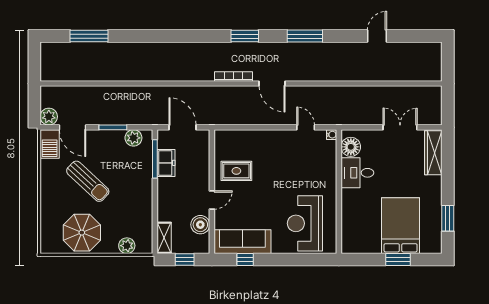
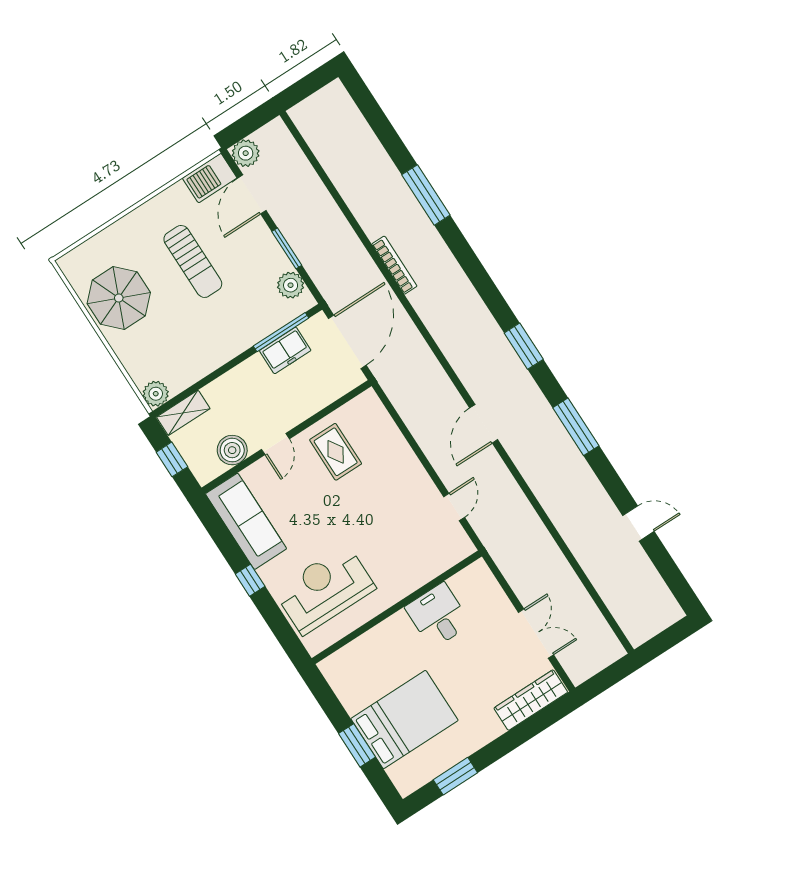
window: (89, 36) -> (426, 195), moved
bookcase: (234, 77) -> (394, 265), moved
door: (183, 127) -> (347, 342), width x1.36
water cooler: (332, 135) -> (467, 548), removed
floor lamp: (351, 147) -> (467, 584), removed
sun lounger: (88, 181) -> (193, 261), turned -43
door: (212, 200) -> (275, 444), hinge flipped
plant: (127, 246) -> (156, 394), moved
window: (245, 260) -> (250, 580), moved

